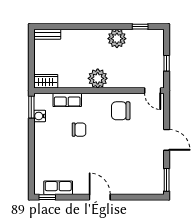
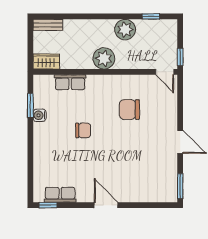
plant: (98, 78) -> (104, 58), moved
wardrobe: (46, 81) -> (46, 62), moved
wall: (99, 91) -> (105, 72), moved
door: (153, 91) -> (165, 72), moved
row of seats: (67, 100) -> (70, 82), moved

